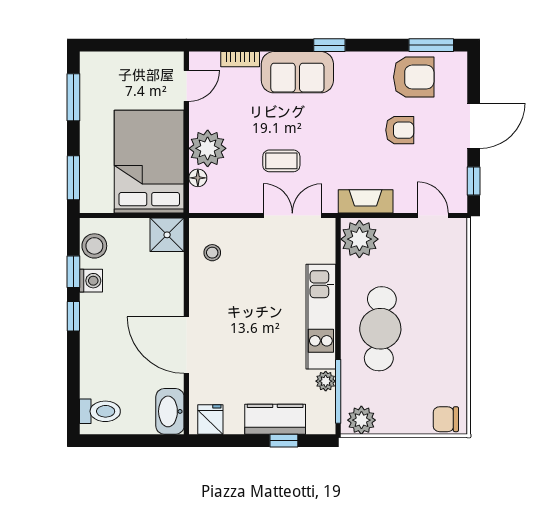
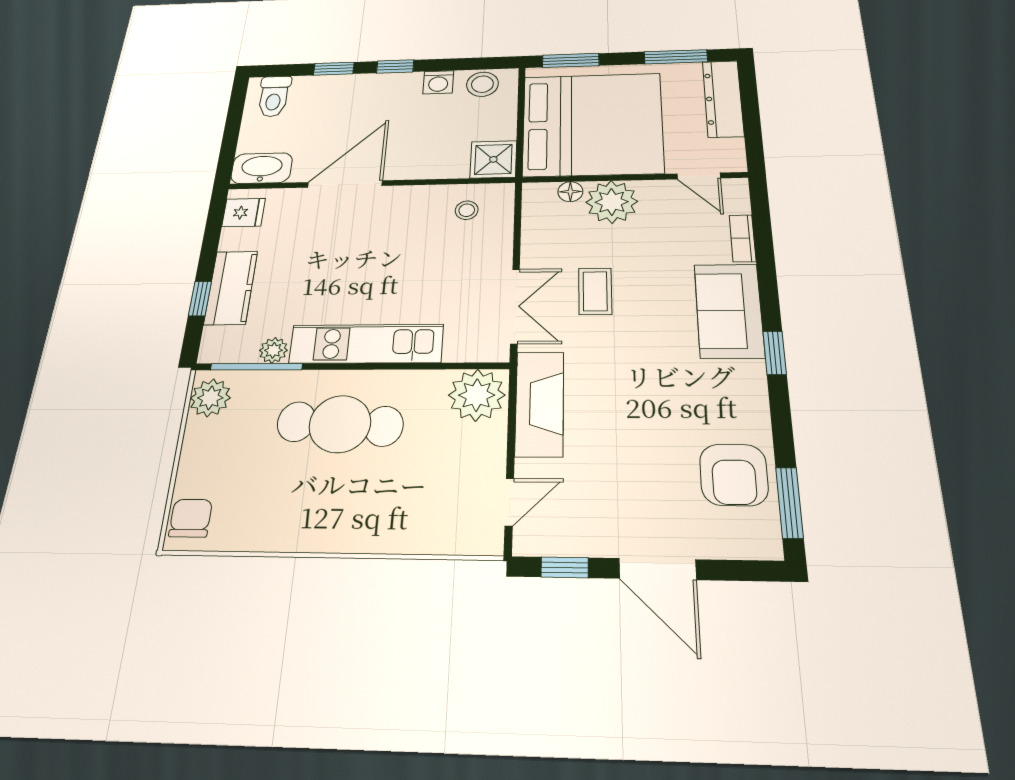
dresser: (116, 64) -> (723, 99), added
armchair: (400, 130) -> (646, 453), removed
bed: (149, 162) -> (592, 124), width x1.36
fireplace: (366, 201) -> (540, 404), width x1.37, depth x1.32
window: (73, 272) -> (334, 69), moved

